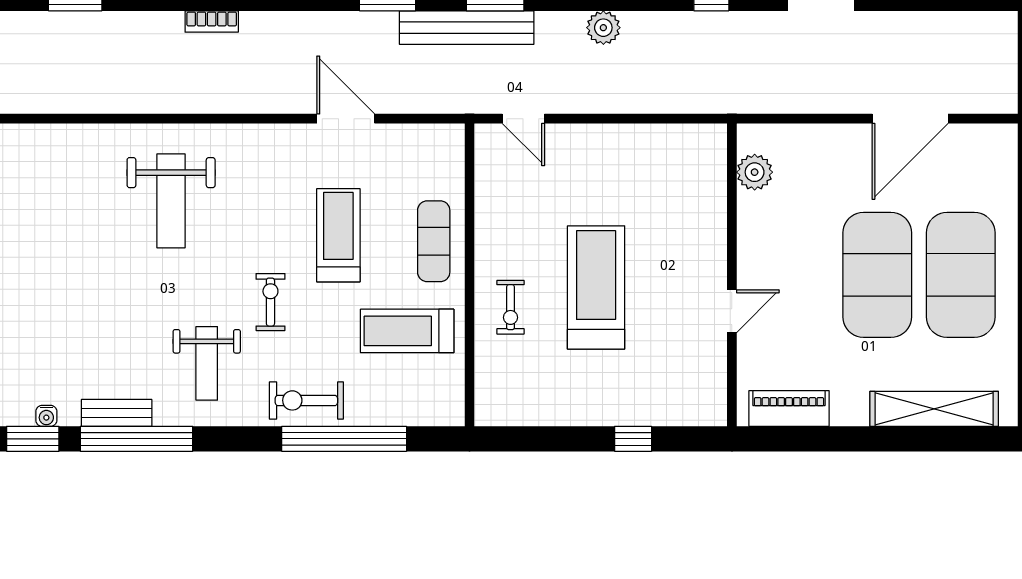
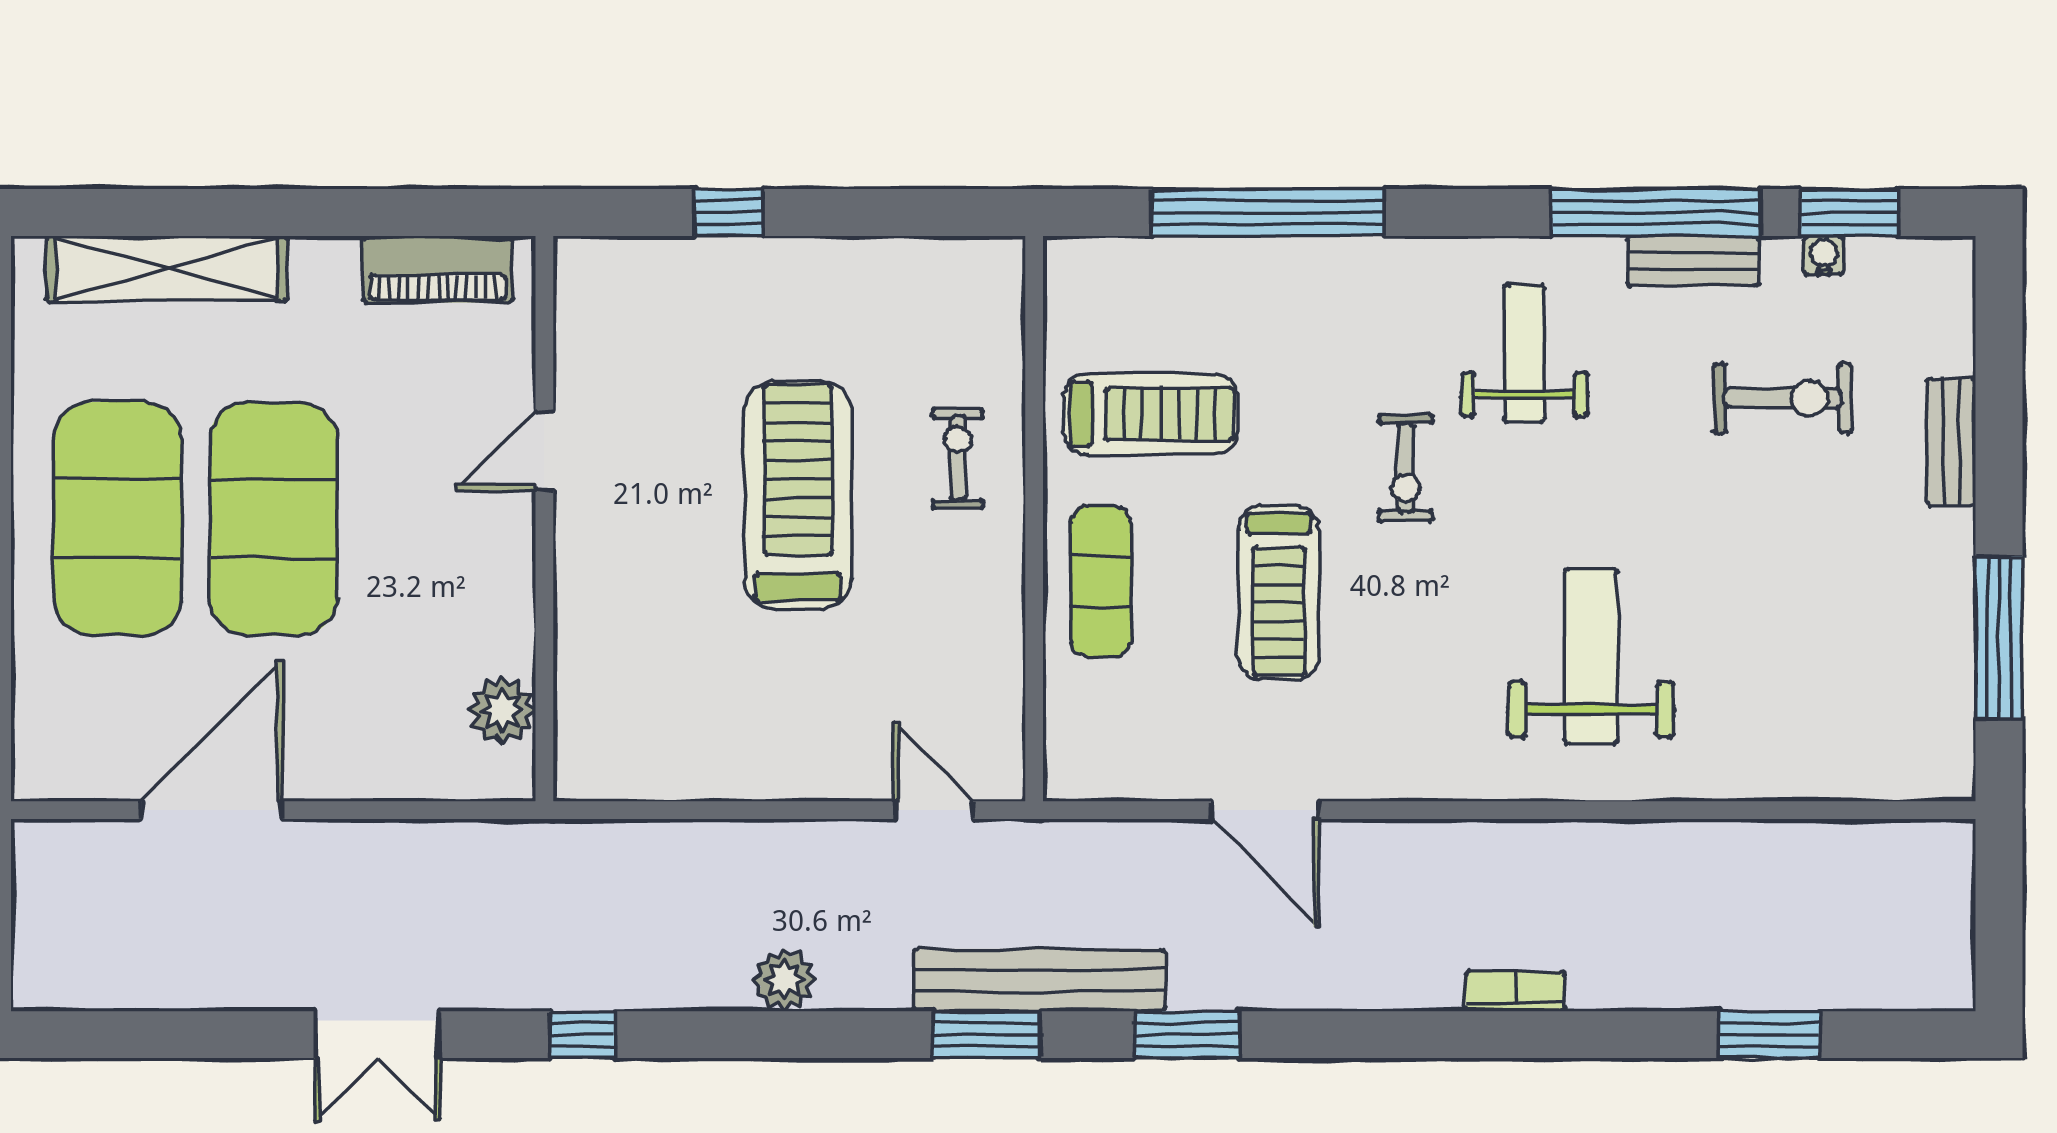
treadmill: (596, 287) -> (798, 495), turned 180
exercise bike: (306, 400) -> (1783, 398), moved

